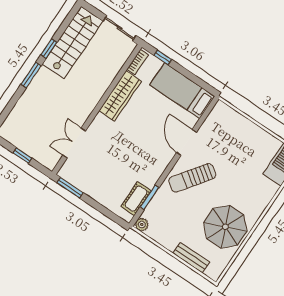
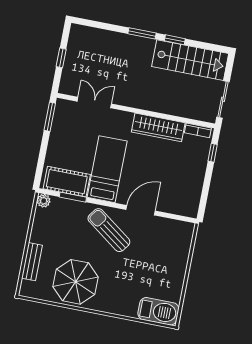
bed: (182, 91) -> (107, 169), moved
cot: (136, 199) -> (67, 182), width x1.37, depth x1.34

